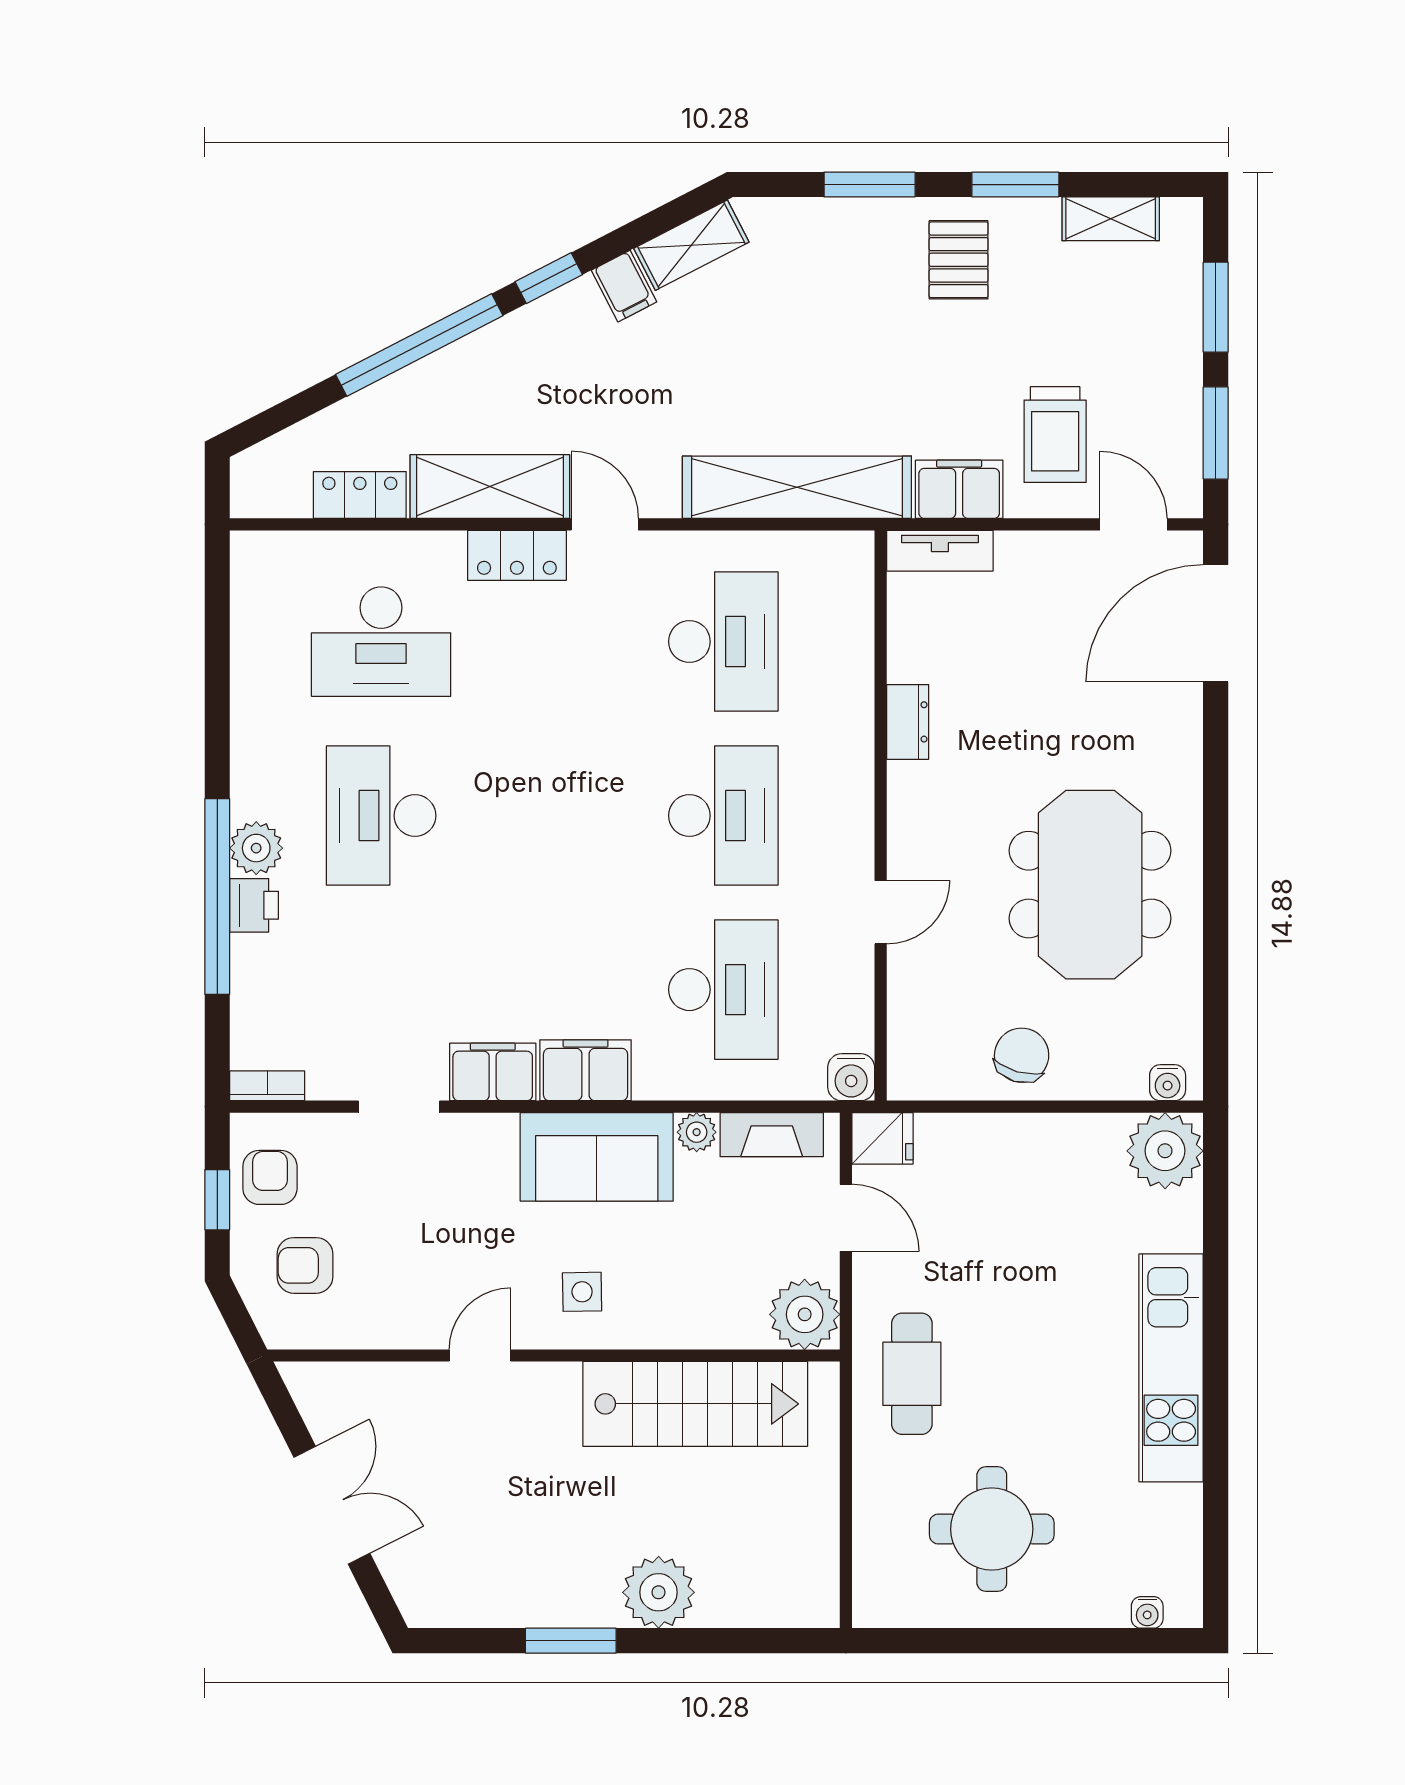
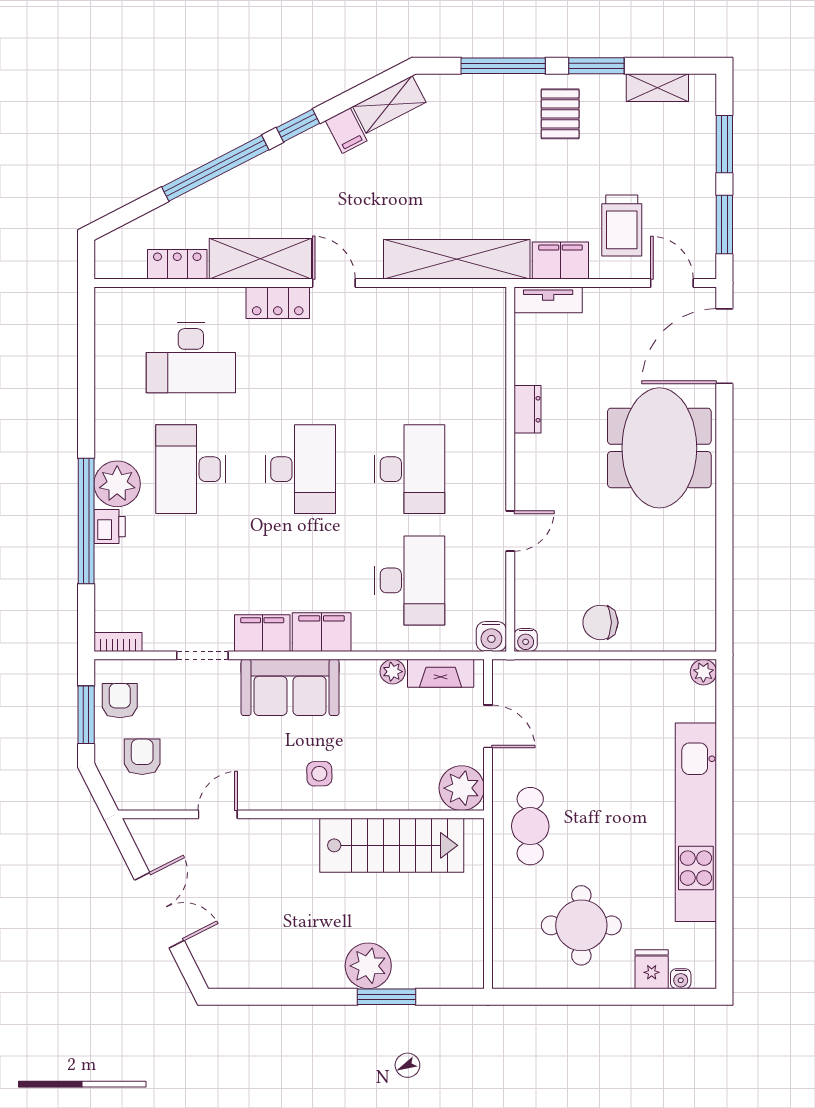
window: (870, 185) -> (503, 66), width x1.44
desk: (723, 642) -> (300, 469), moved
plant: (256, 848) -> (117, 484), width x1.36, depth x1.36
meeting table: (1090, 885) -> (659, 448), moved
chair: (1022, 1055) -> (600, 622), turned -106
water cooler: (1168, 1083) -> (526, 640), moved
fridge: (882, 1138) -> (652, 969), moved, turned -90
plant: (1165, 1151) -> (703, 672), width x0.53, depth x0.53
sofa: (597, 1157) -> (290, 687), moved
window: (217, 1200) -> (86, 715), width x1.50
armchair: (305, 1265) -> (142, 757), turned 90
door: (480, 1356) -> (218, 814), moved
kitchen unit: (1171, 1368) -> (696, 822), width x1.36
window: (571, 1641) -> (387, 997), moved

